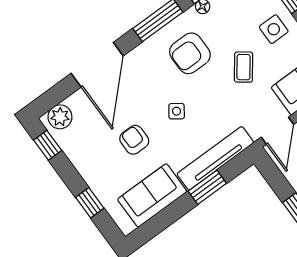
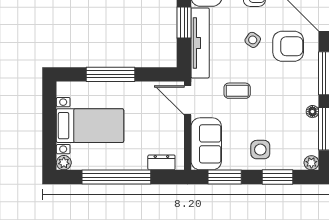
armchair: (190, 53) -> (288, 46), moved, turned 90
coffee table: (244, 67) -> (237, 91), moved, turned -37

